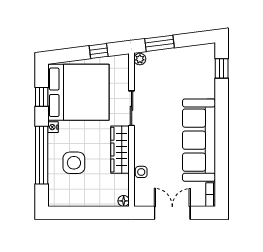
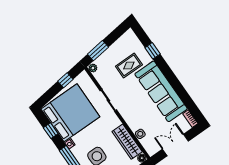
window: (222, 68) -> (153, 51), moved
rug: (183, 85) -> (129, 65), added
wardrobe: (120, 150) -> (127, 142), moved

